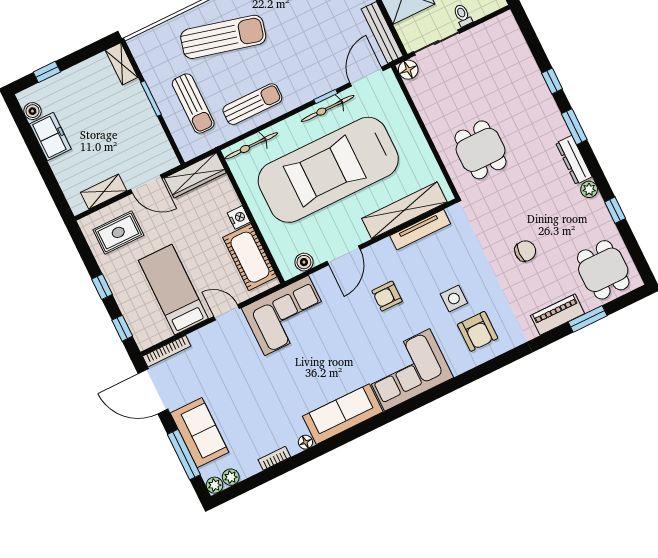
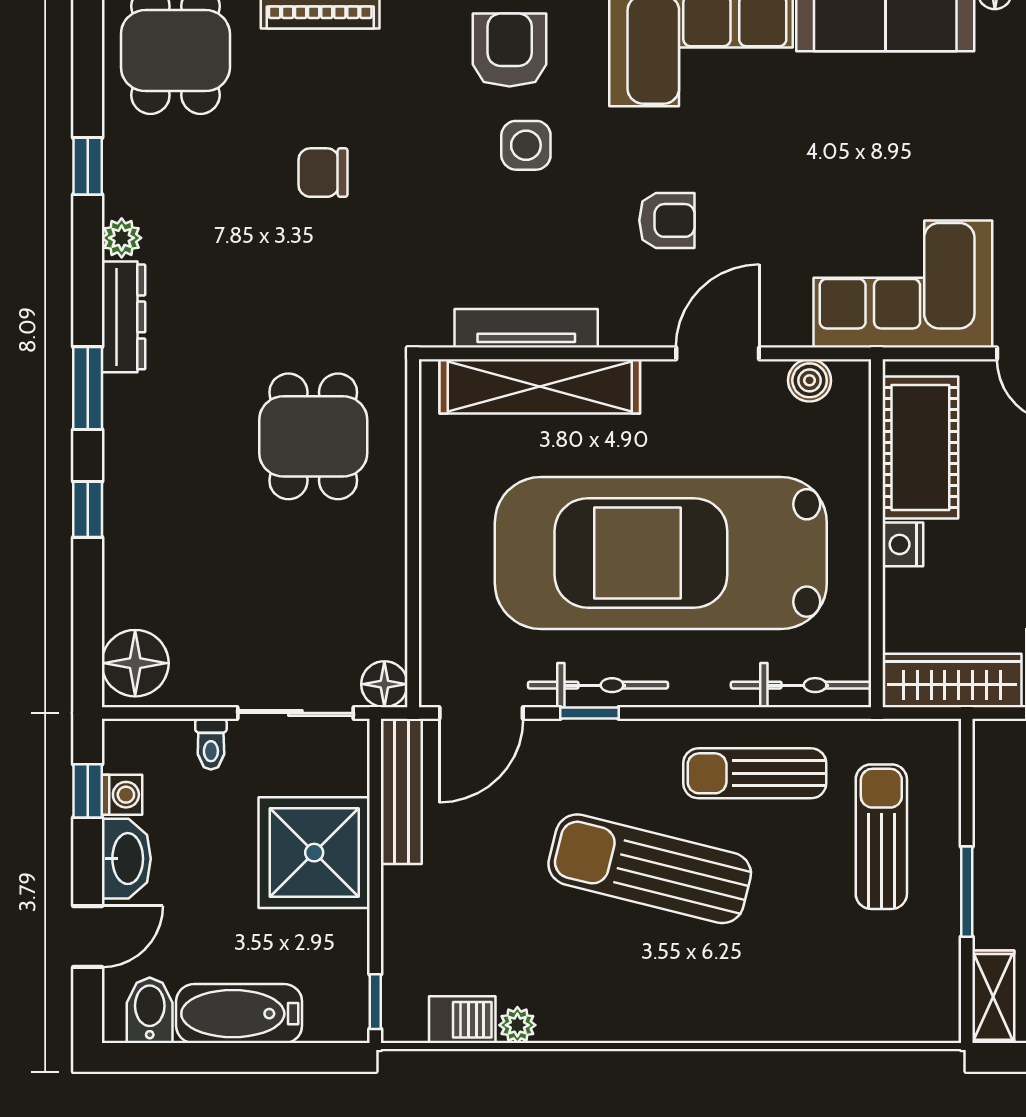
floor lamp: (506, 32) -> (135, 663), added
sun lounger: (223, 37) -> (650, 869), moved
car: (328, 170) -> (661, 553), turned 180

